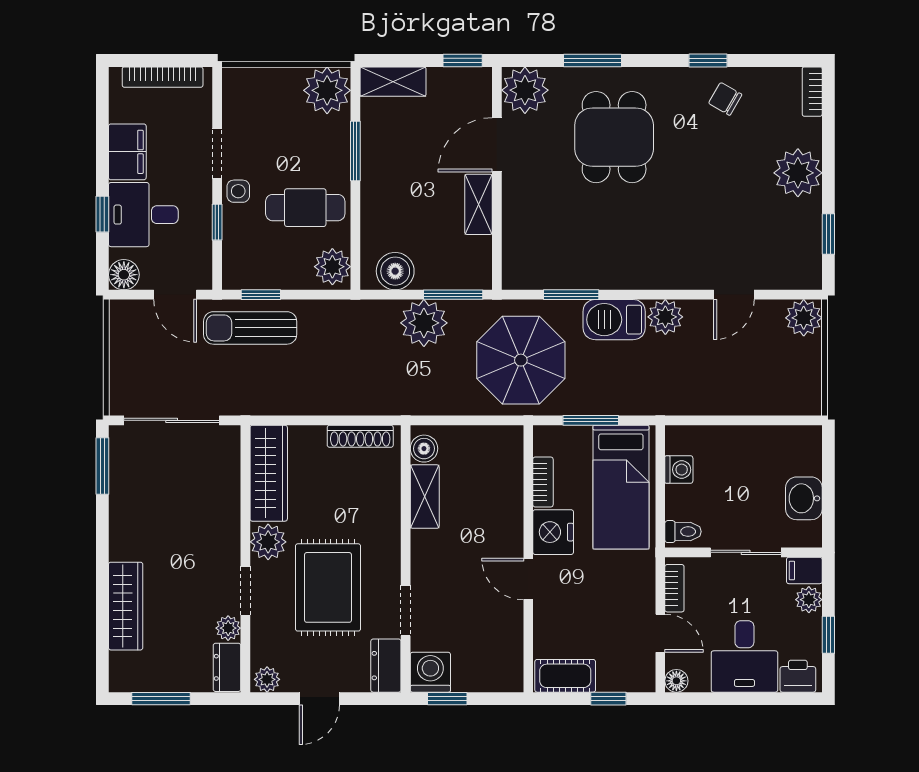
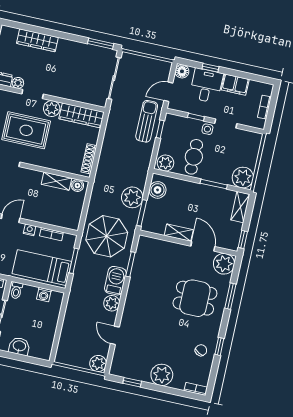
bookcase: (163, 77) -> (264, 107), width x0.64
nightstand: (553, 532) -> (30, 230), width x0.53, depth x0.56

